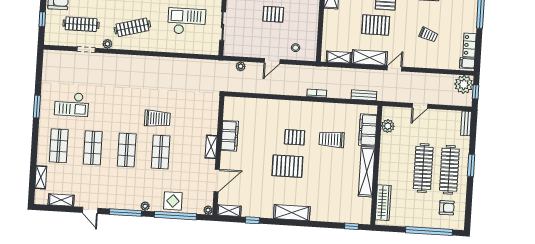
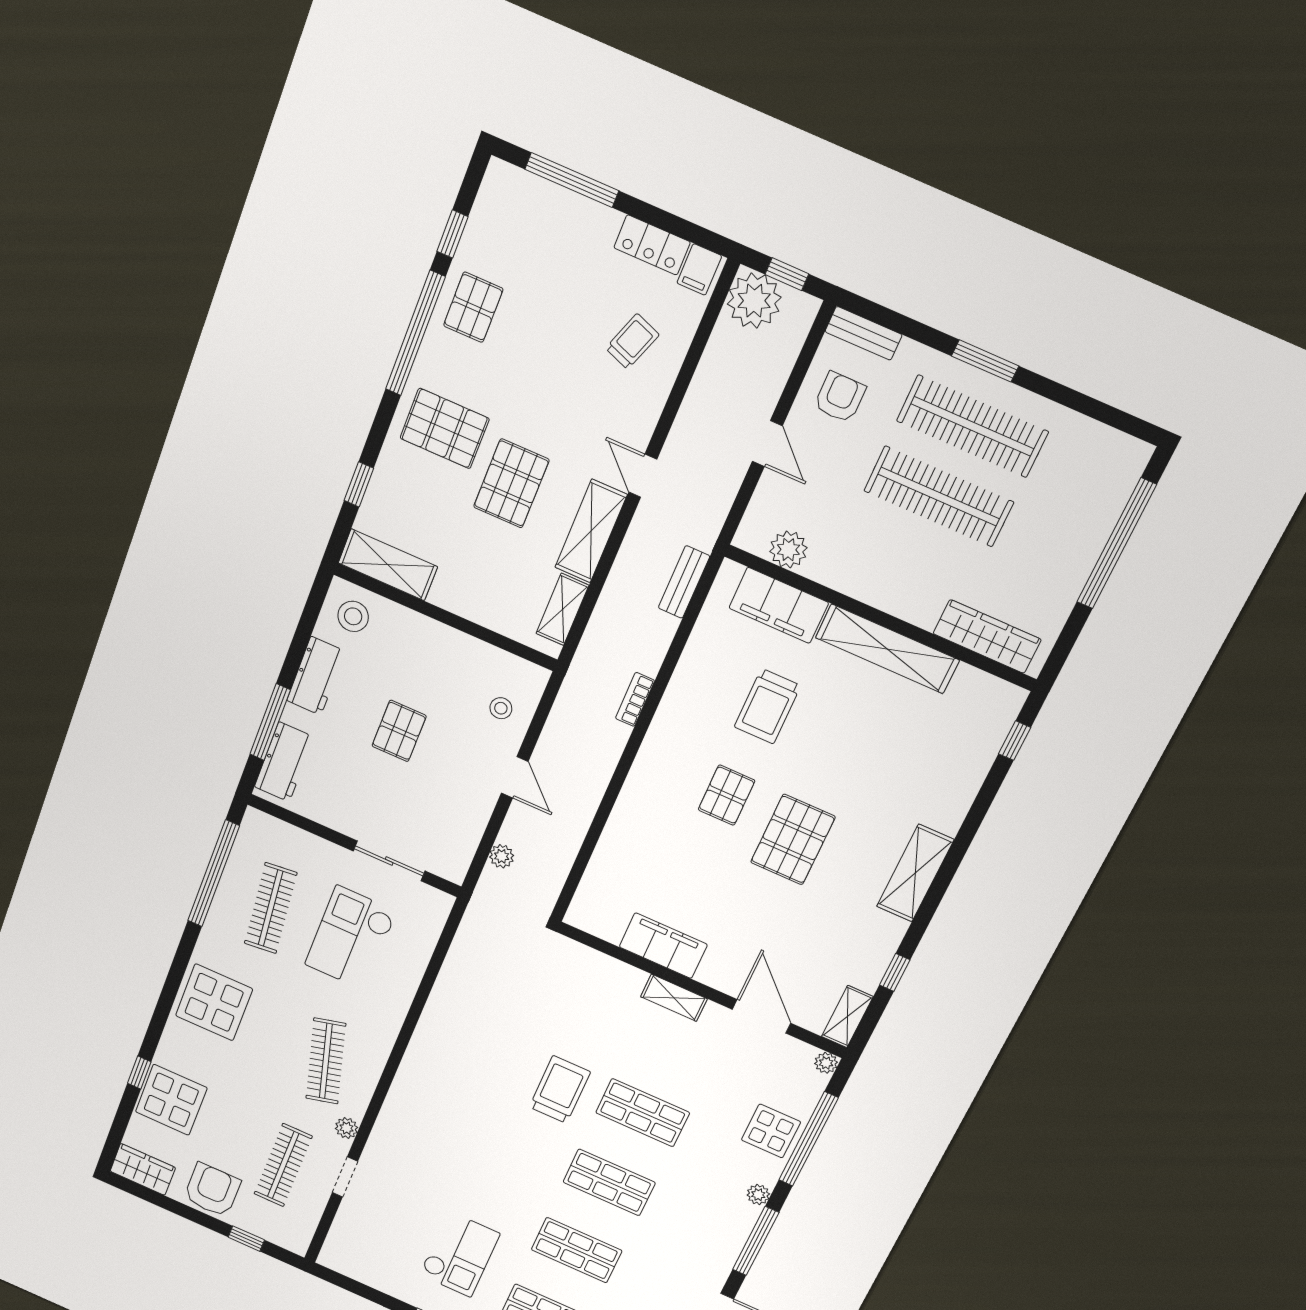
trolley: (428, 35) -> (632, 341), moved
armchair: (447, 208) -> (840, 397), moved

